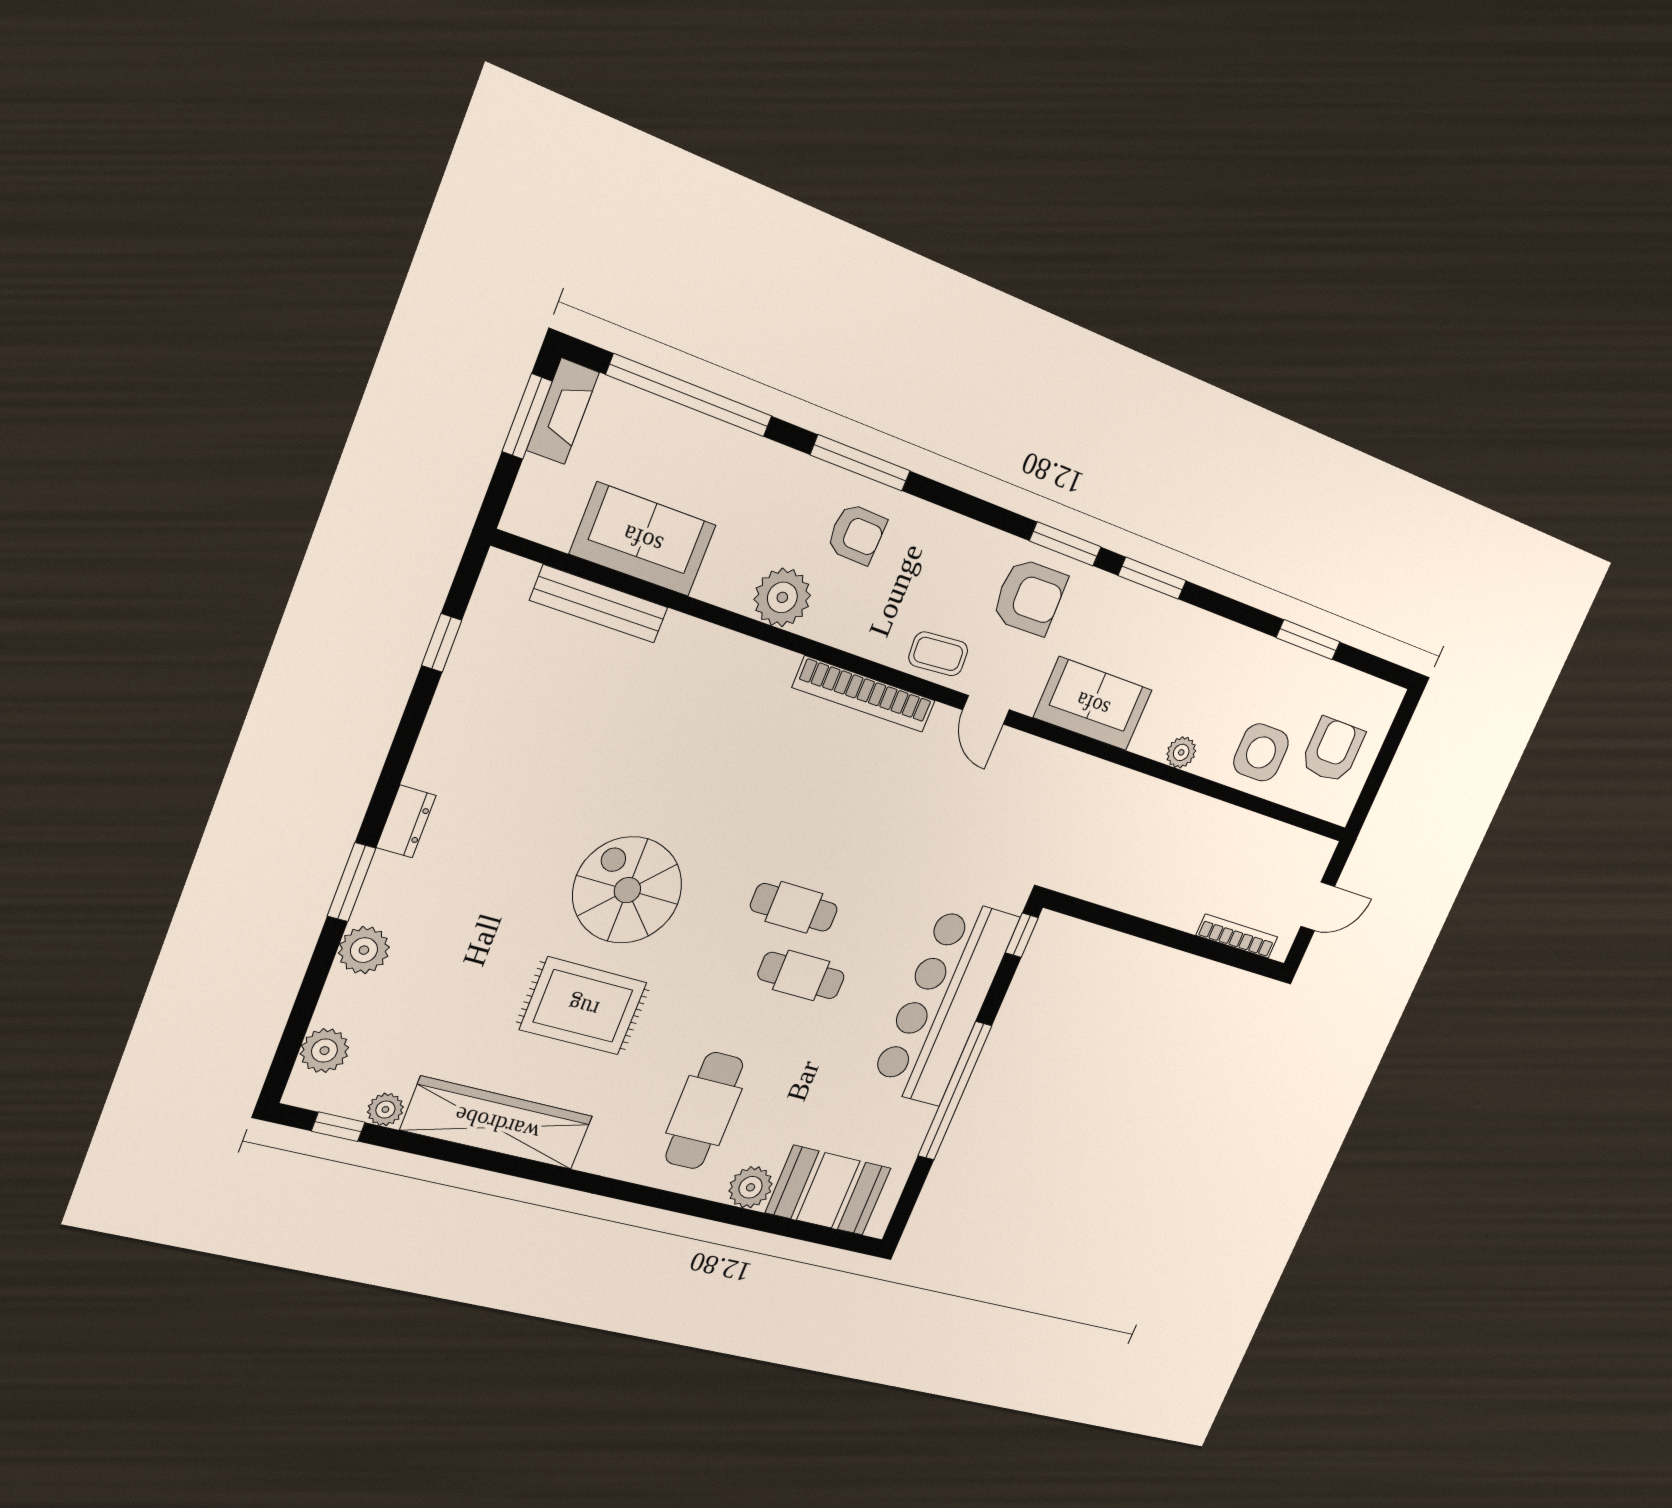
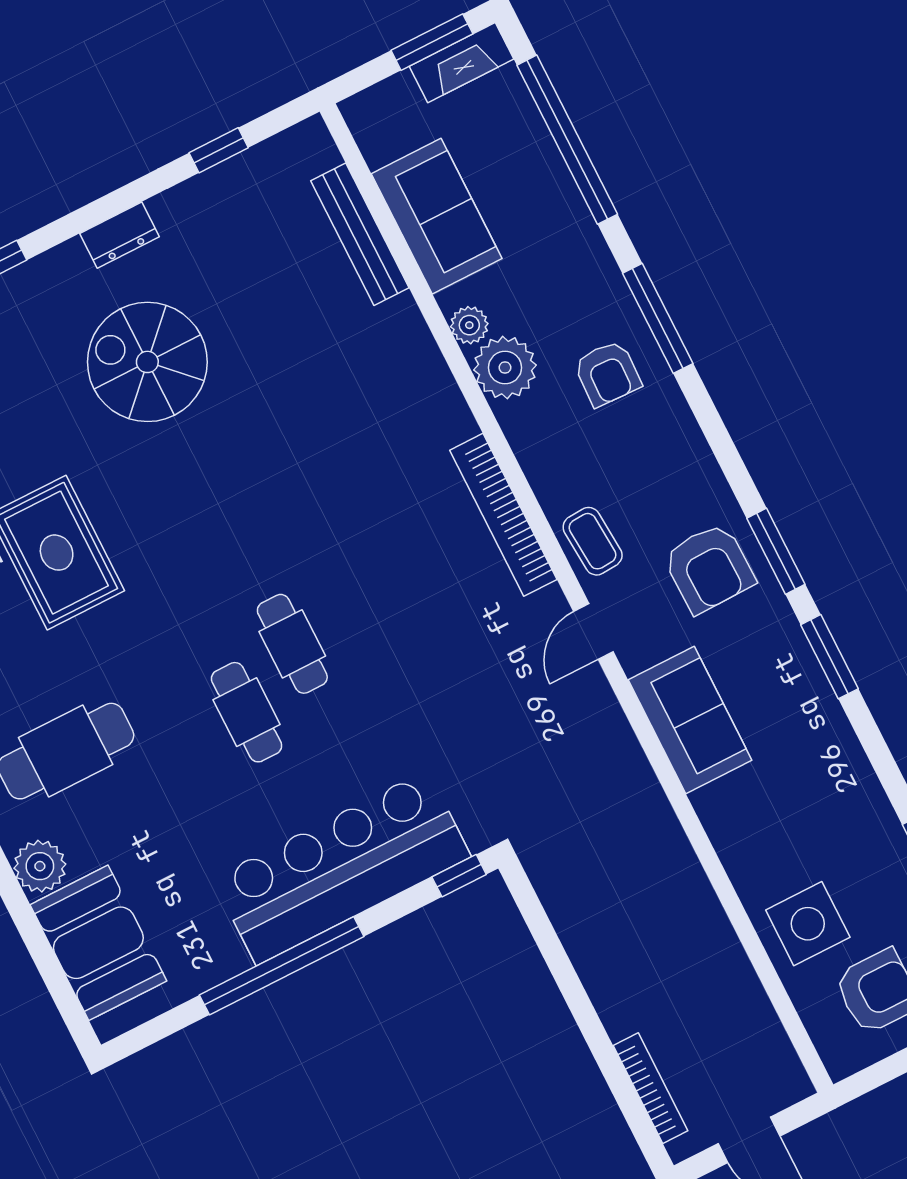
plant: (1181, 752) -> (469, 325), moved
dresser: (406, 821) -> (120, 235), moved
spiral stairs: (627, 890) -> (147, 362), moved, turned -90

